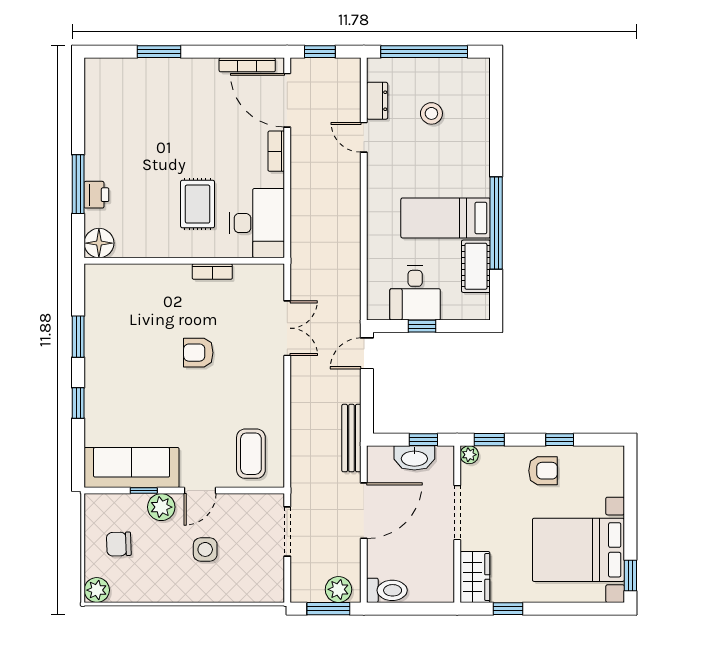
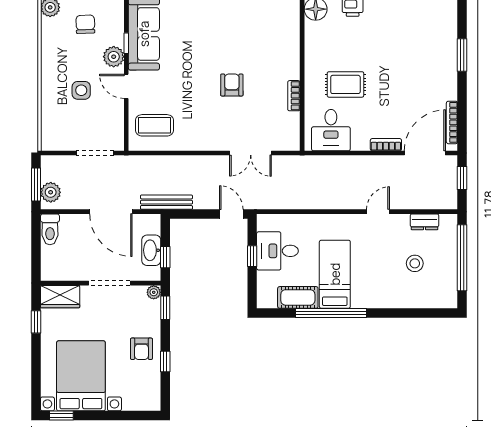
door: (364, 137) -> (378, 212), moved
desk: (257, 223) -> (331, 130), width x0.73

